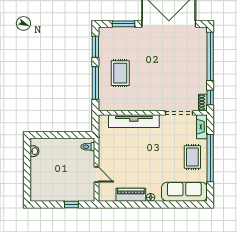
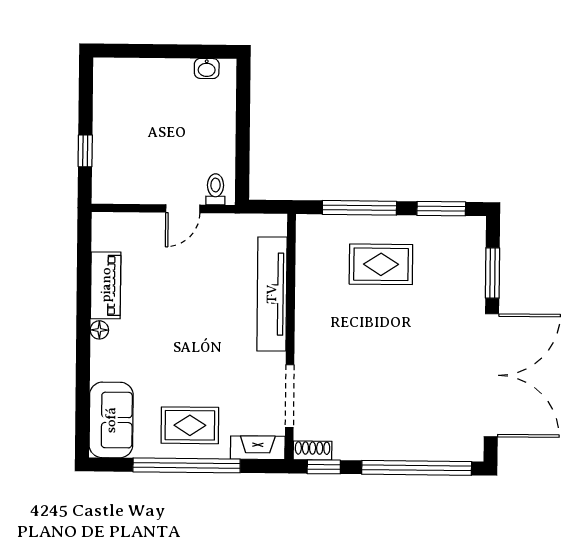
door: (97, 174) -> (183, 209), moved
sofa: (184, 192) -> (111, 420), width x0.73

